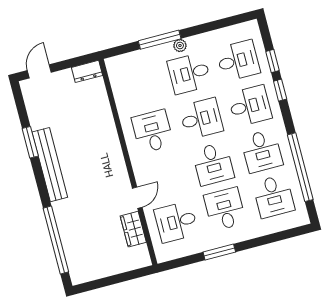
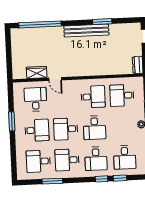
desk: (189, 73) -> (122, 95), moved, turned -90
window: (300, 167) -> (52, 181), width x0.47

